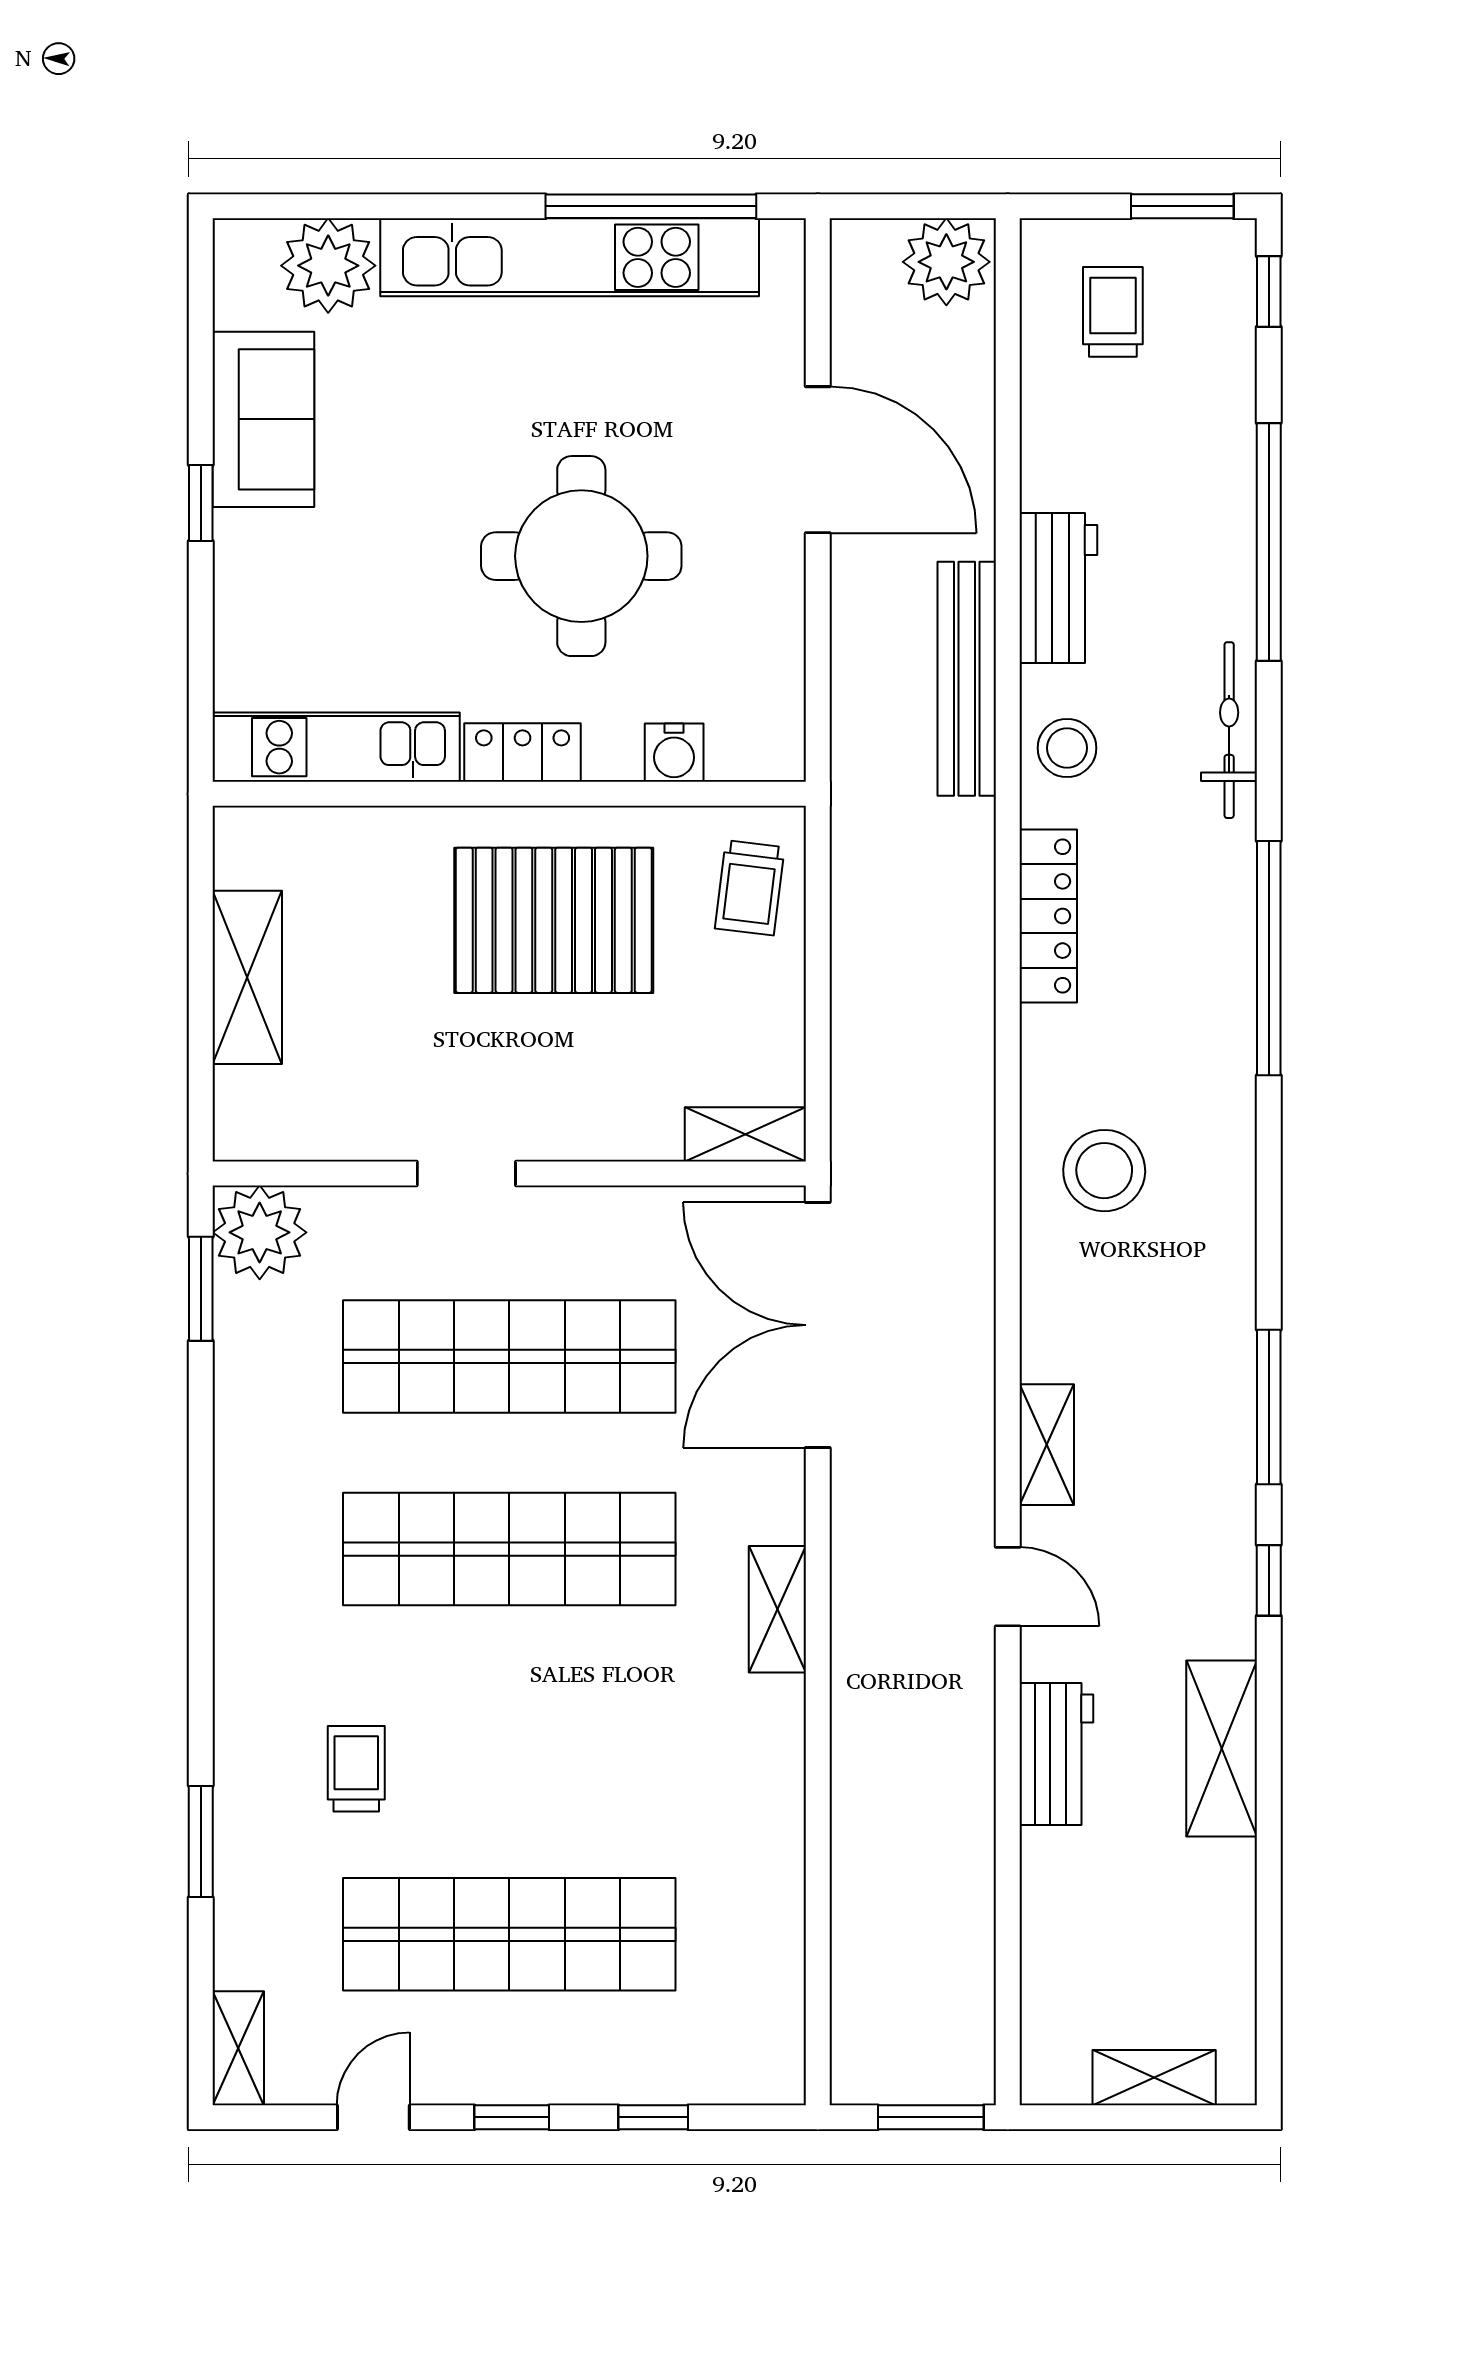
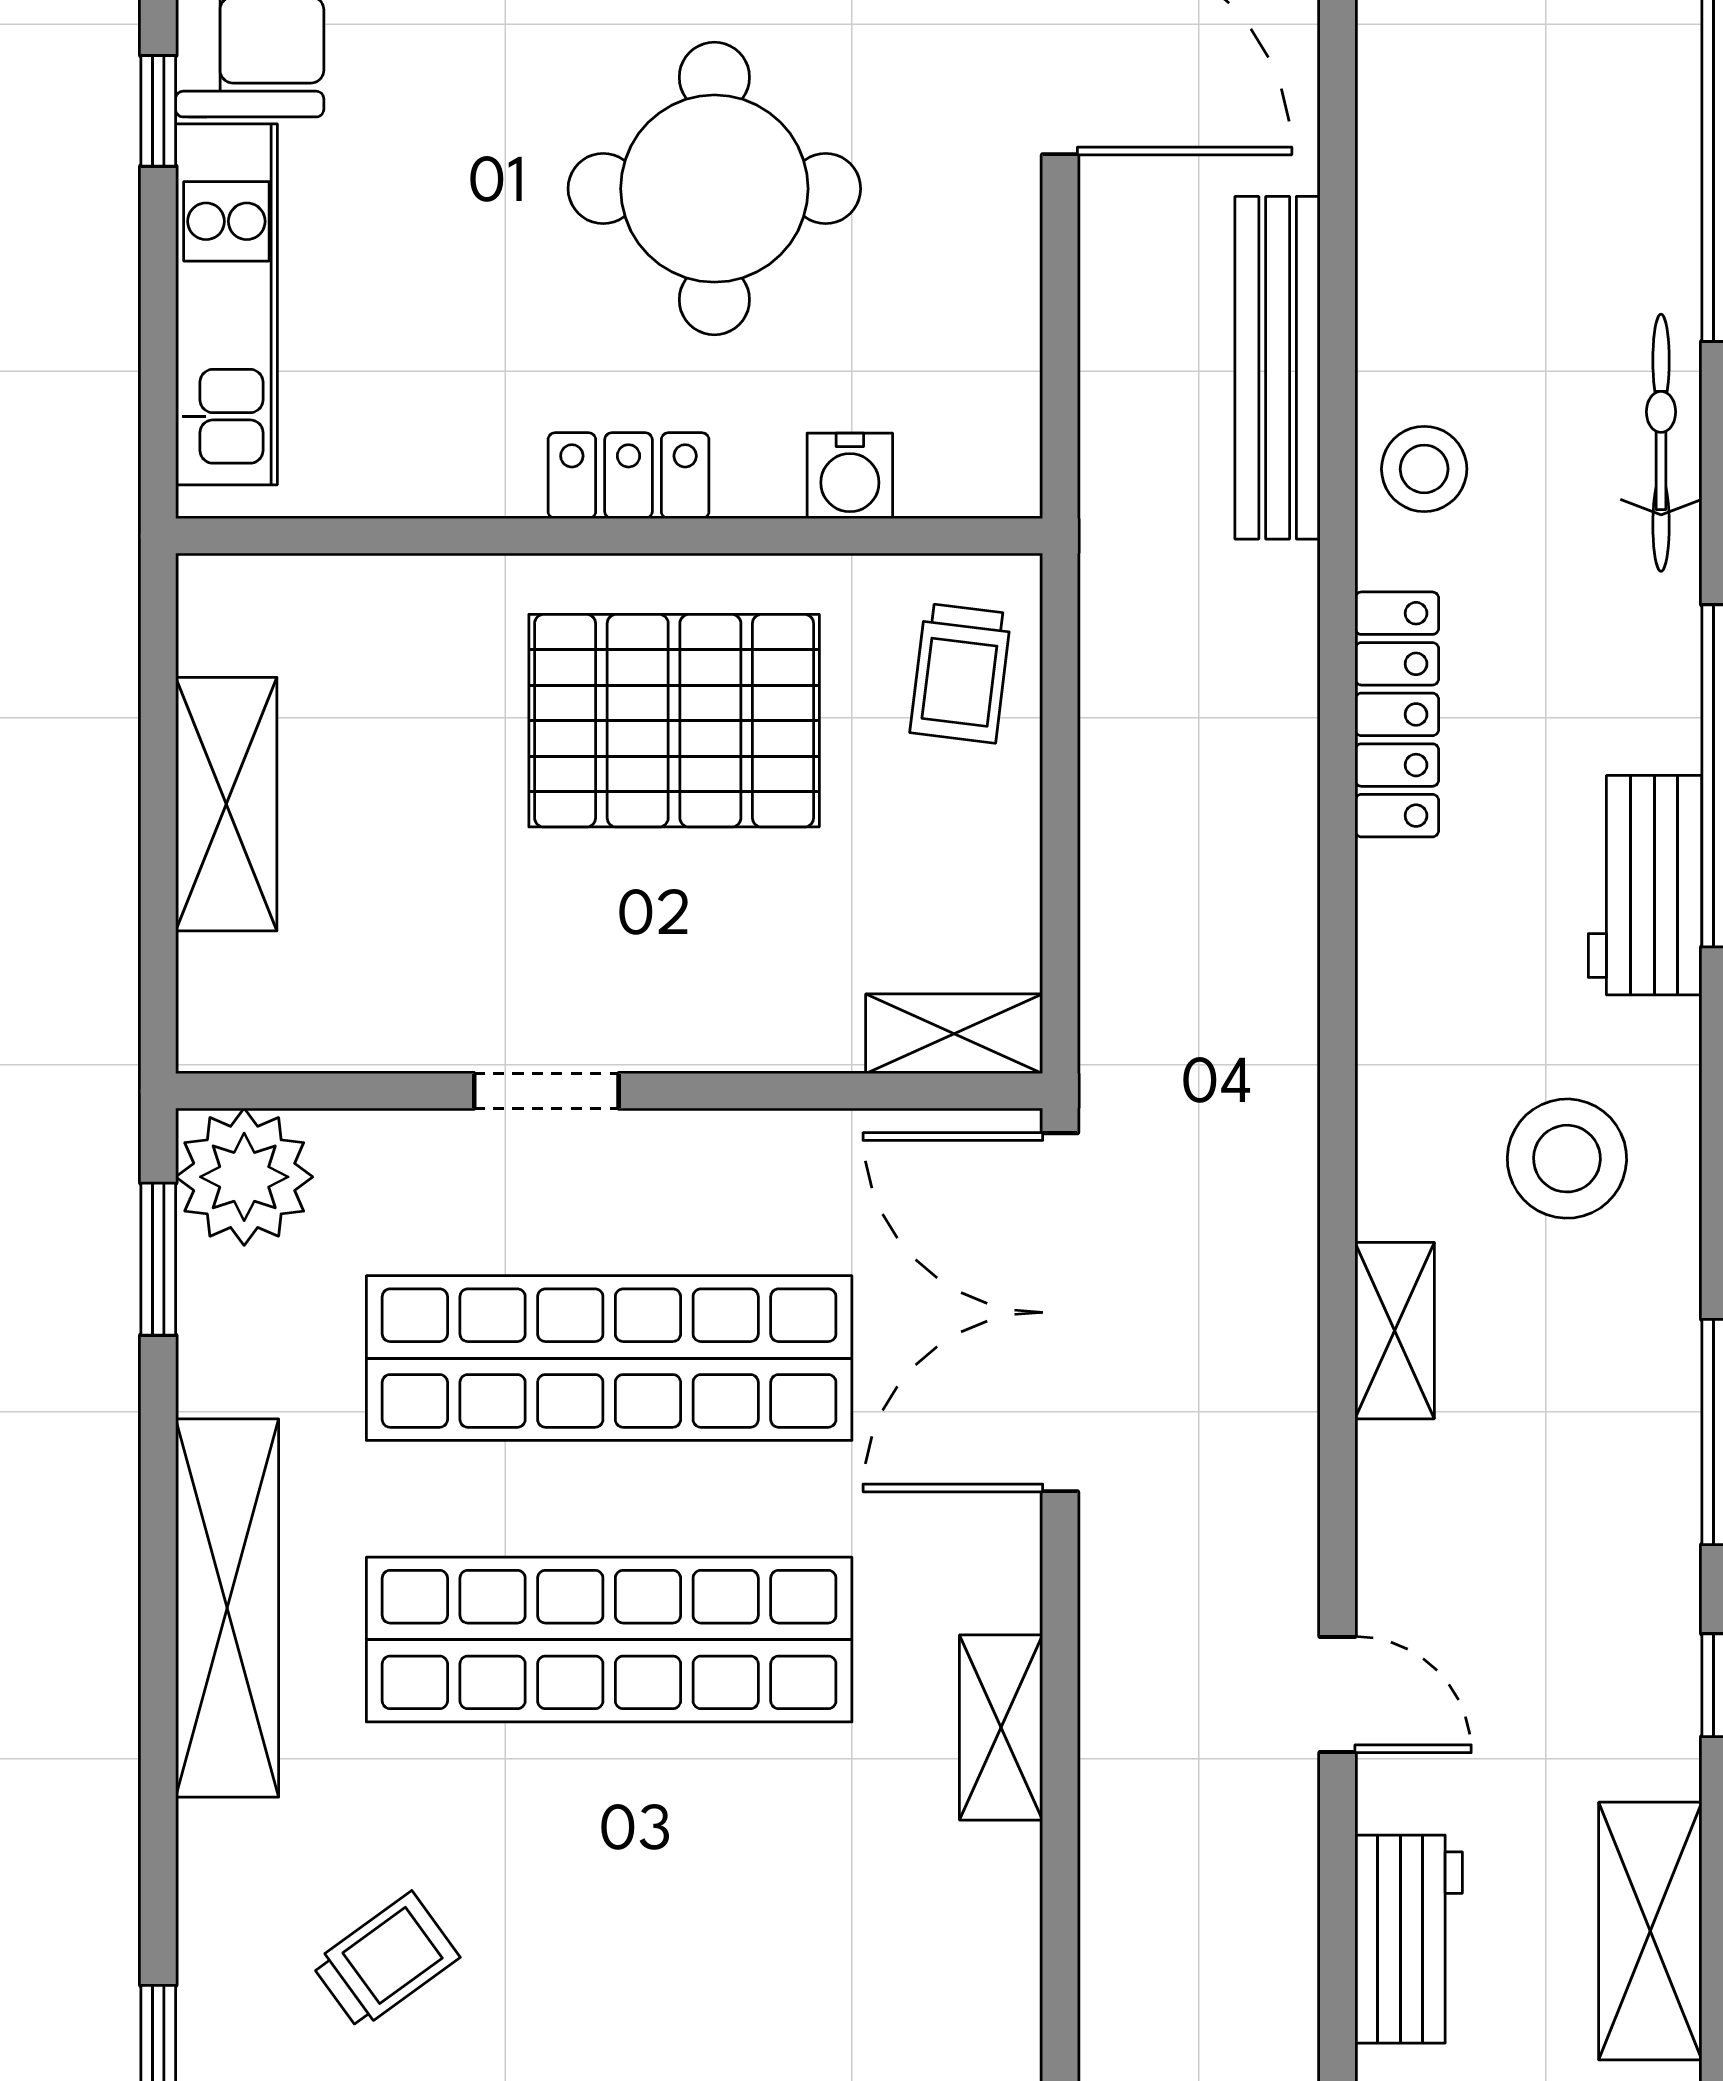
workbench: (1058, 588) -> (1645, 885), moved, turned 180
kitchen unit: (336, 747) -> (226, 304), moved, turned 90
stool: (1104, 1171) -> (1567, 1159), moved
shelving: (1047, 1445) -> (1395, 1331), moved
shelving: (248, 1528) -> (227, 1608), added
trolley: (356, 1769) -> (385, 1961), turned 54

